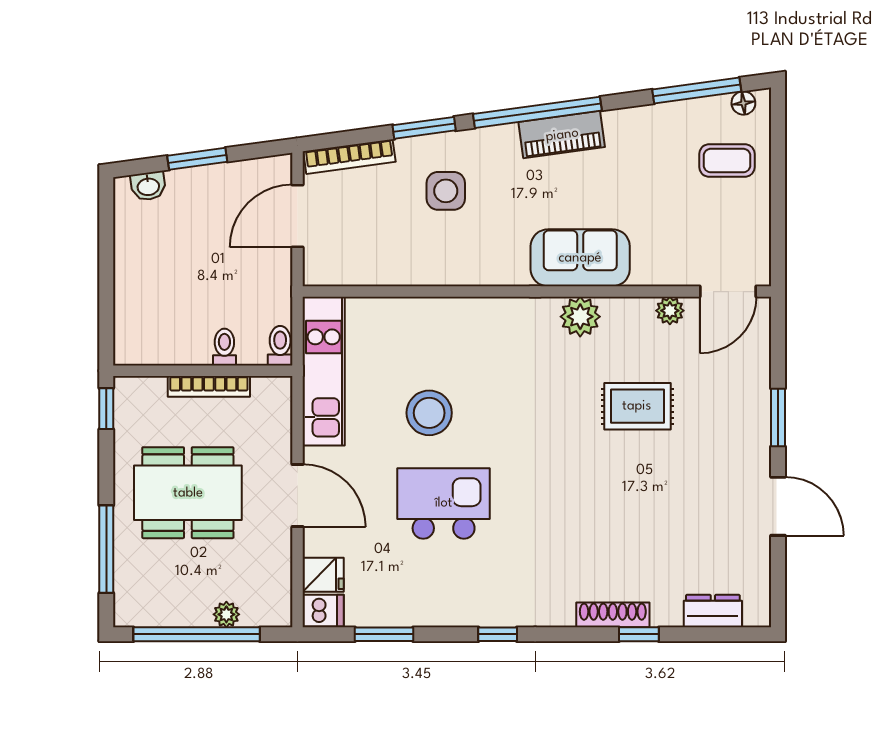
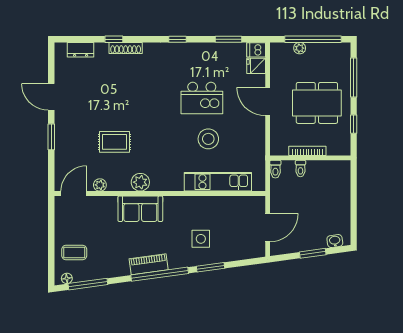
bookcase: (349, 157) -> (244, 254), removed
kitchen unit: (324, 371) -> (218, 182), moved, turned 90
window: (106, 409) -> (354, 124), moved

